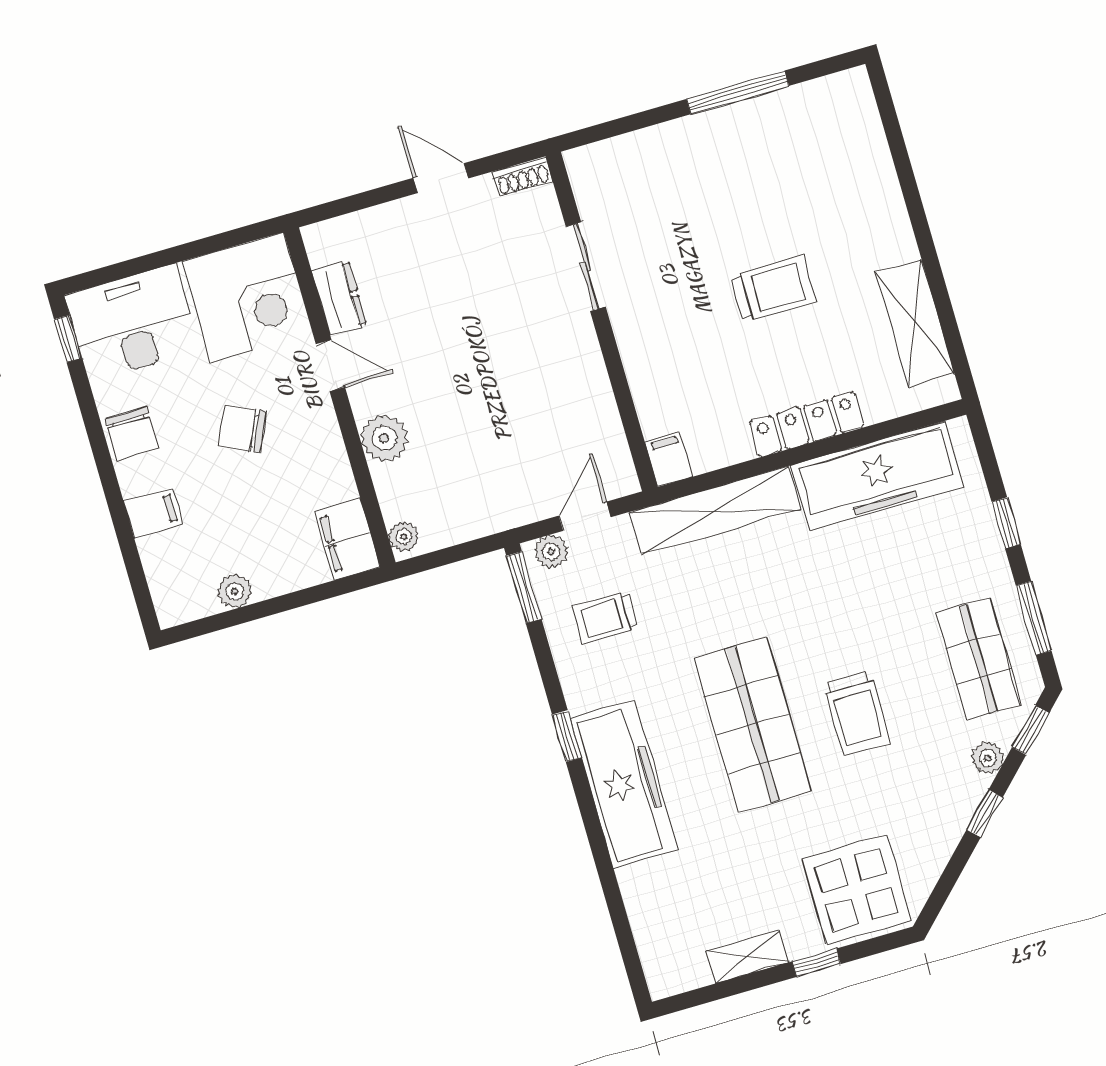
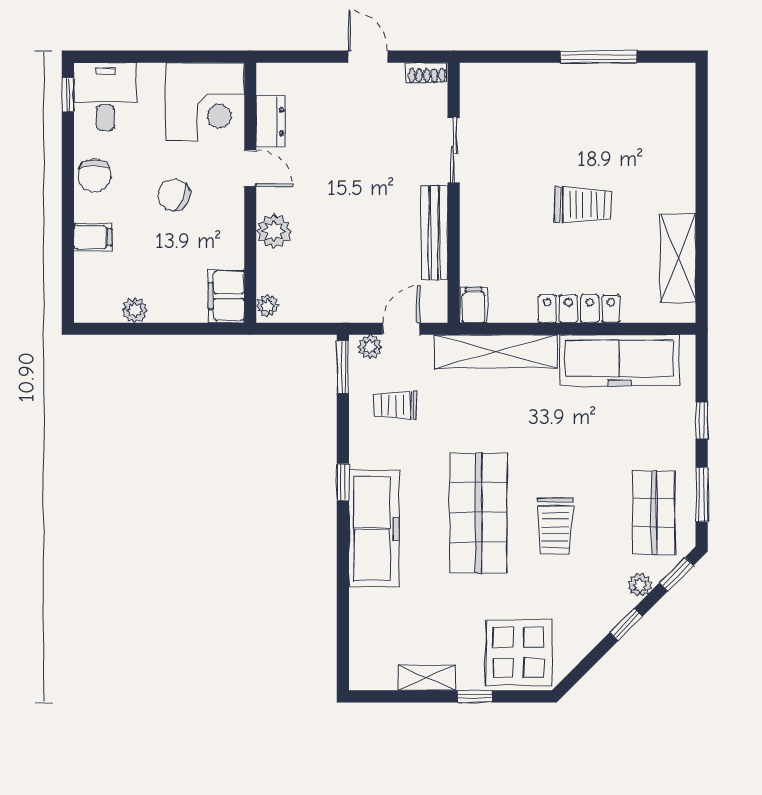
desk: (132, 323) -> (105, 97), width x0.73
bench: (592, 380) -> (434, 233), added

